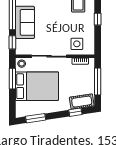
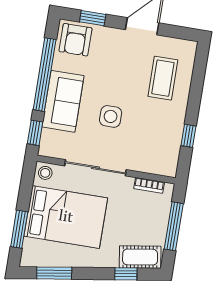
window: (98, 19) -> (189, 136), moved
side table: (77, 44) -> (111, 116), moved
window: (12, 79) -> (19, 229), moved

